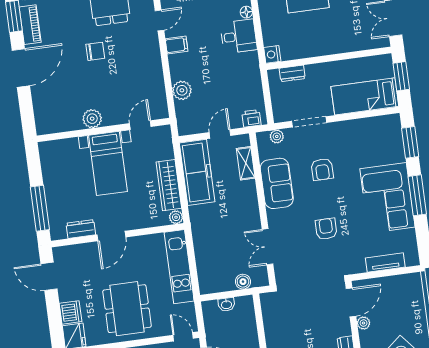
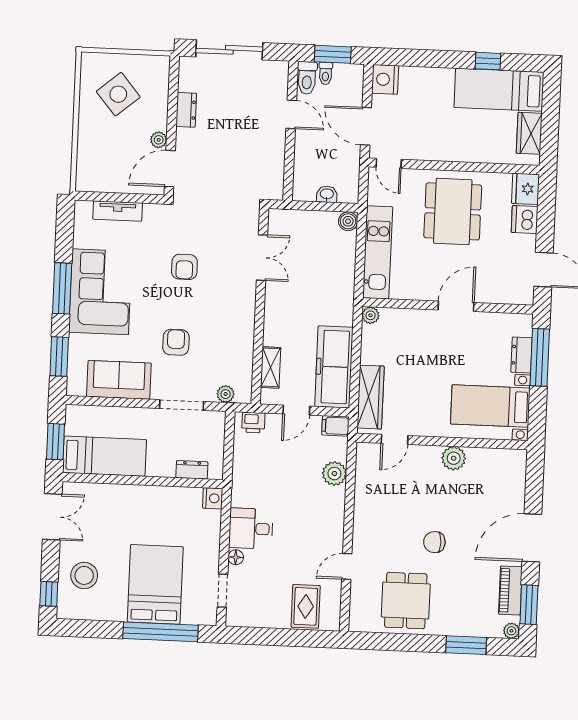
filing cabinet: (177, 45) -> (335, 426), moved
bed: (365, 96) -> (104, 456), moved
bed with nightstands: (108, 163) -> (490, 406), moved, turned -90
sofa: (277, 183) -> (119, 380), moved, turned 90
wardrobe: (169, 185) -> (371, 397), moved
dresser: (81, 229) -> (522, 355), moved, turned 90
boiler: (243, 282) -> (348, 221), moved

